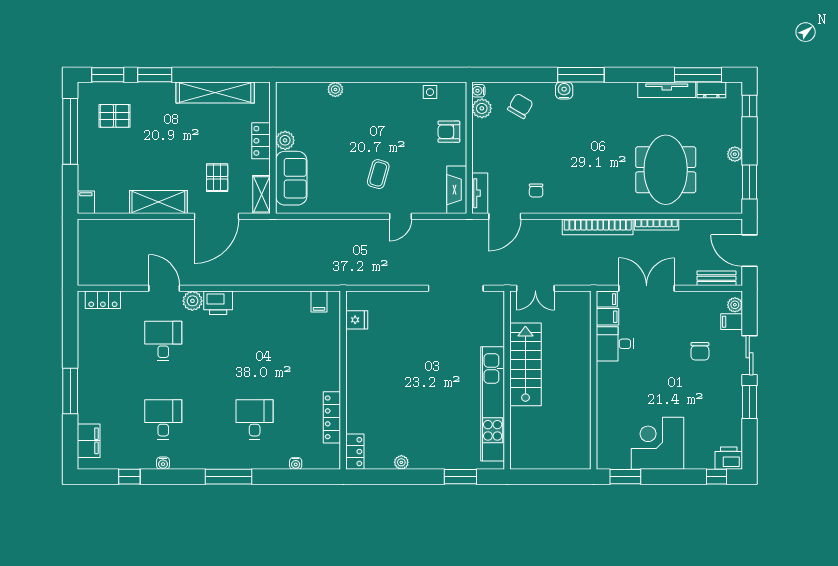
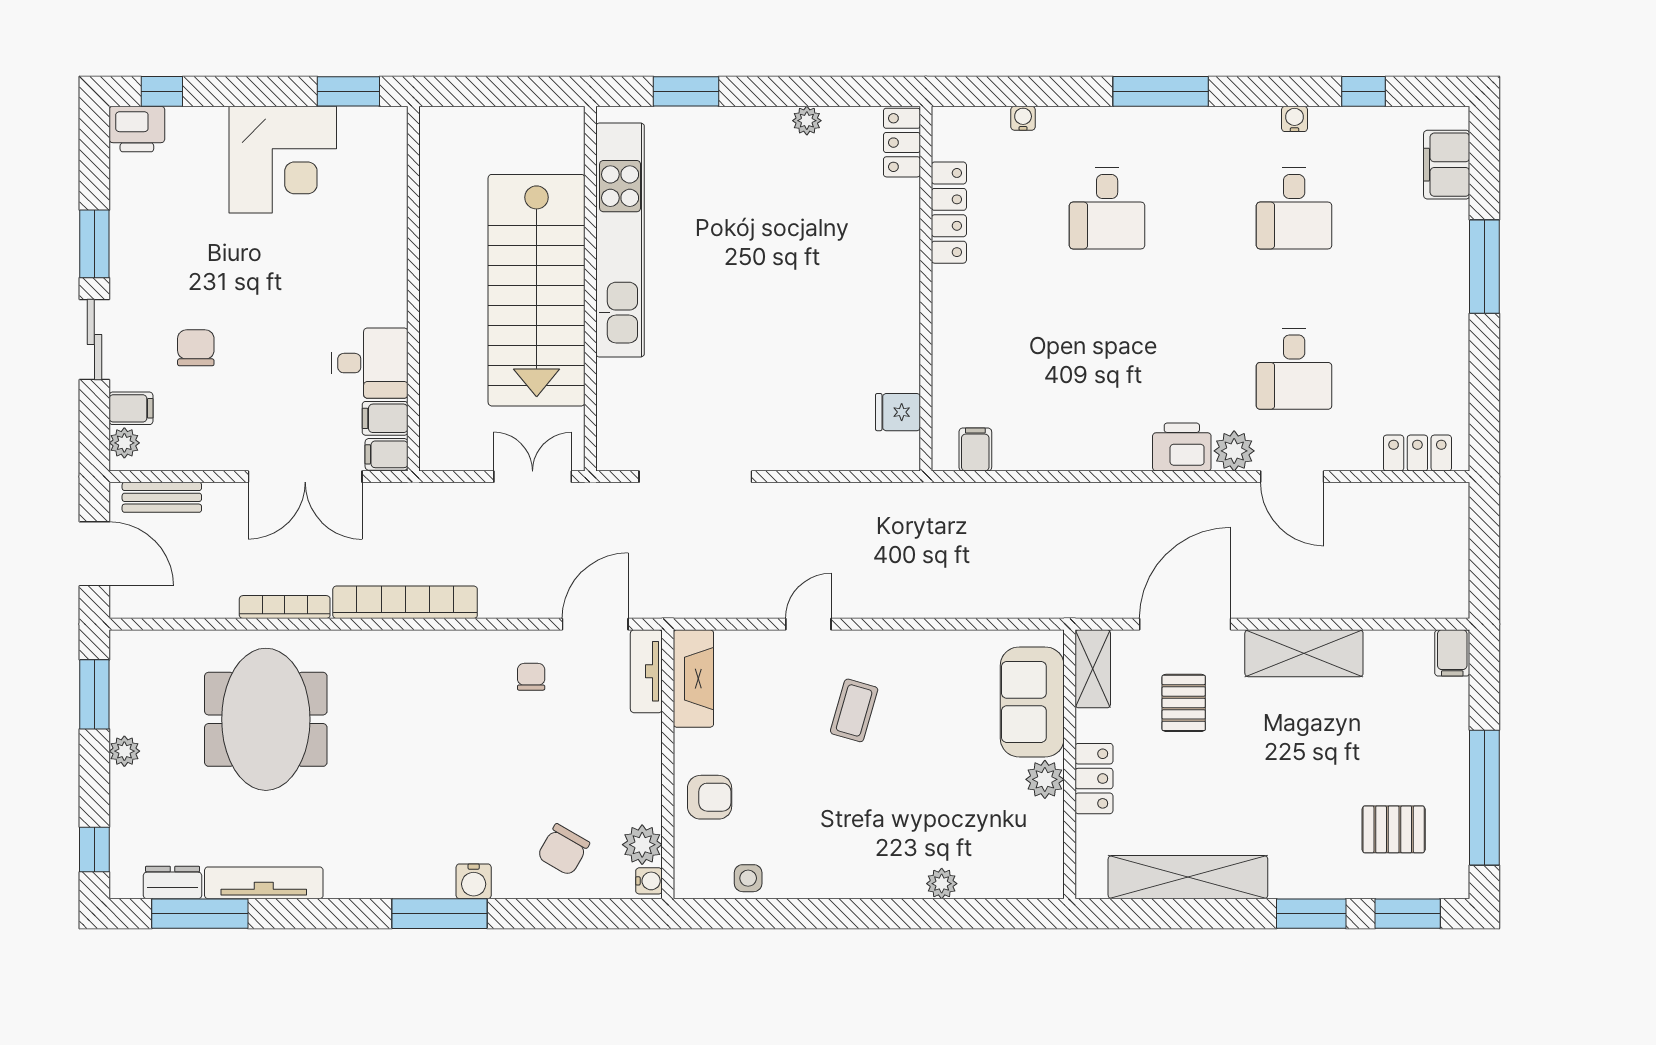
stairs: (525, 364) -> (537, 290), width x1.36, depth x1.51

